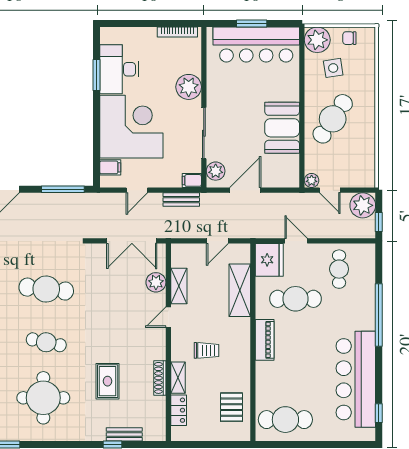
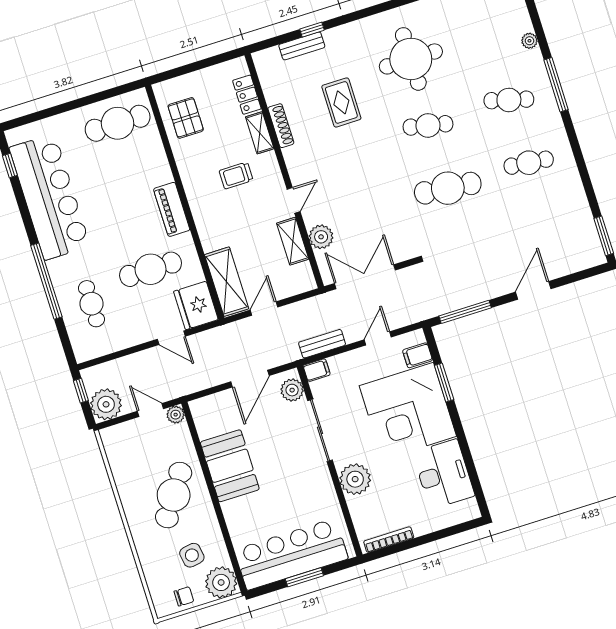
window: (96, 75) -> (444, 383), moved
cafe table: (339, 269) -> (91, 304), moved
shelving: (240, 290) -> (227, 282), moved

